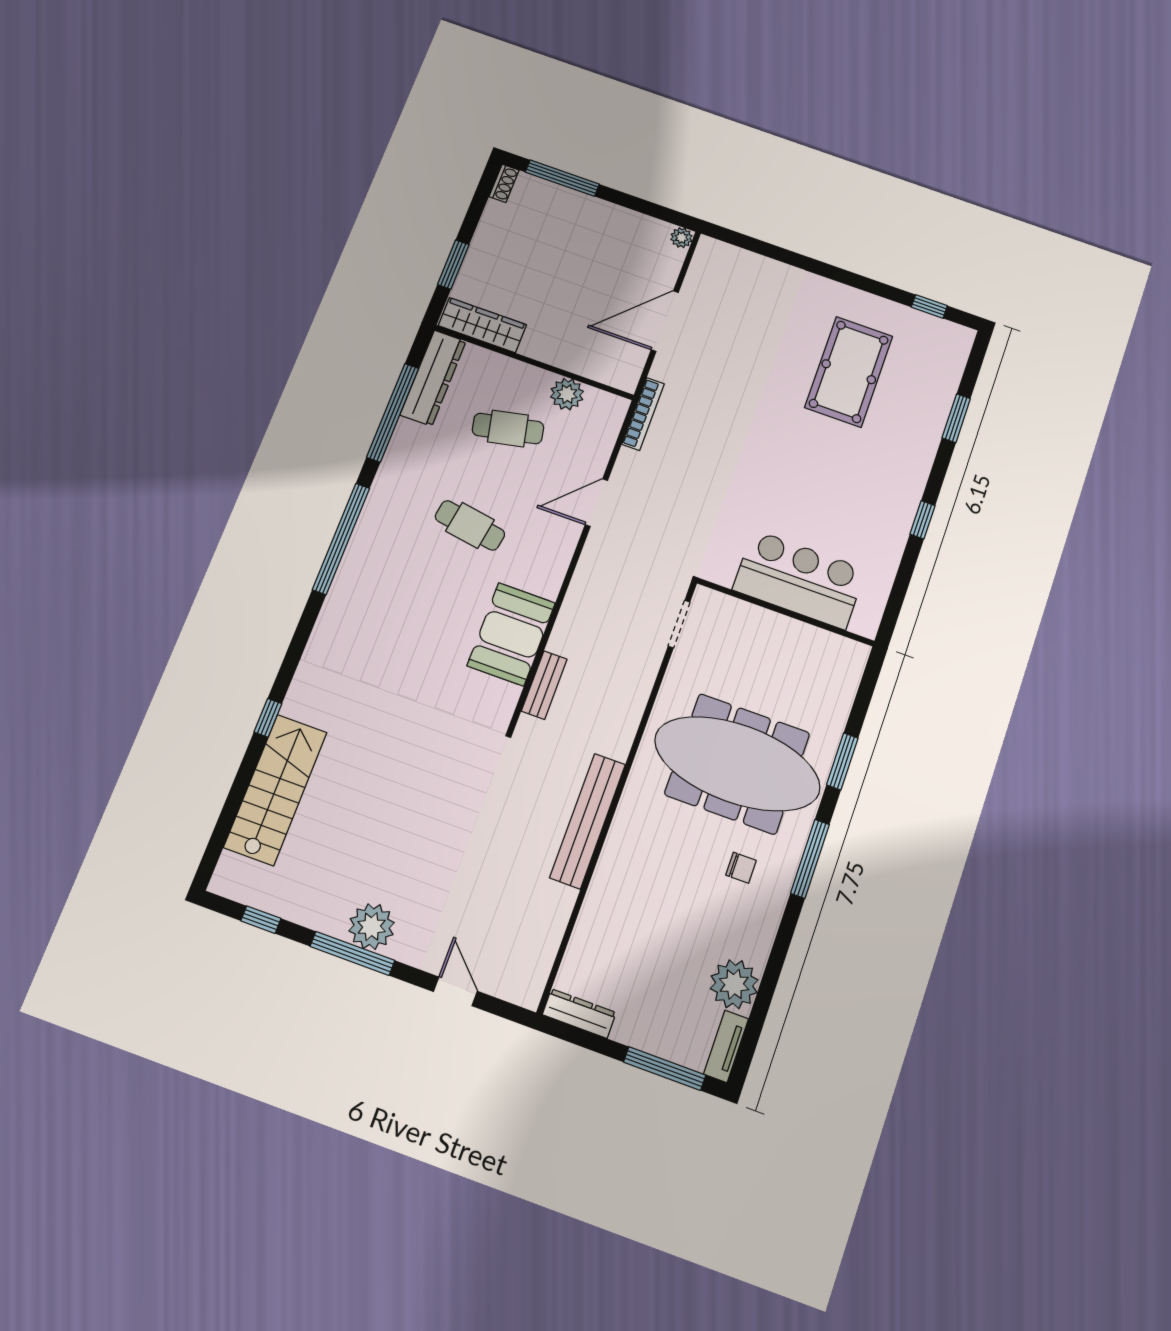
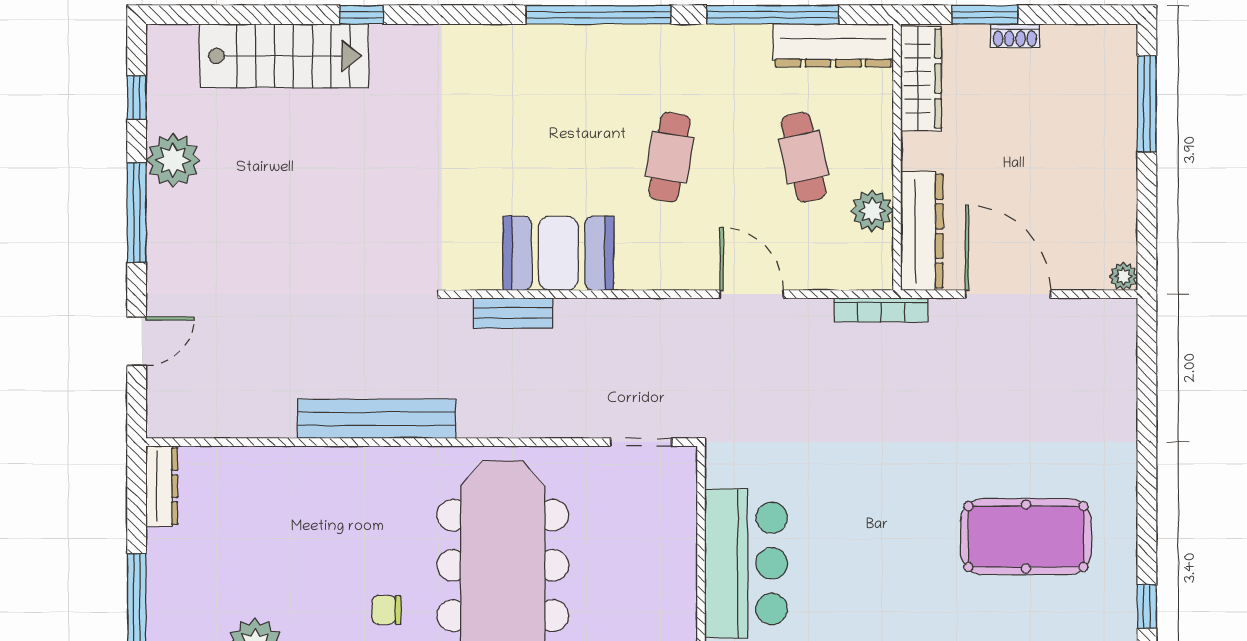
shoe rack: (504, 183) -> (1015, 36), moved
dresser: (595, 364) -> (922, 231), added
chair: (741, 868) -> (386, 610), turned 90
plant: (372, 927) -> (173, 160), moved

